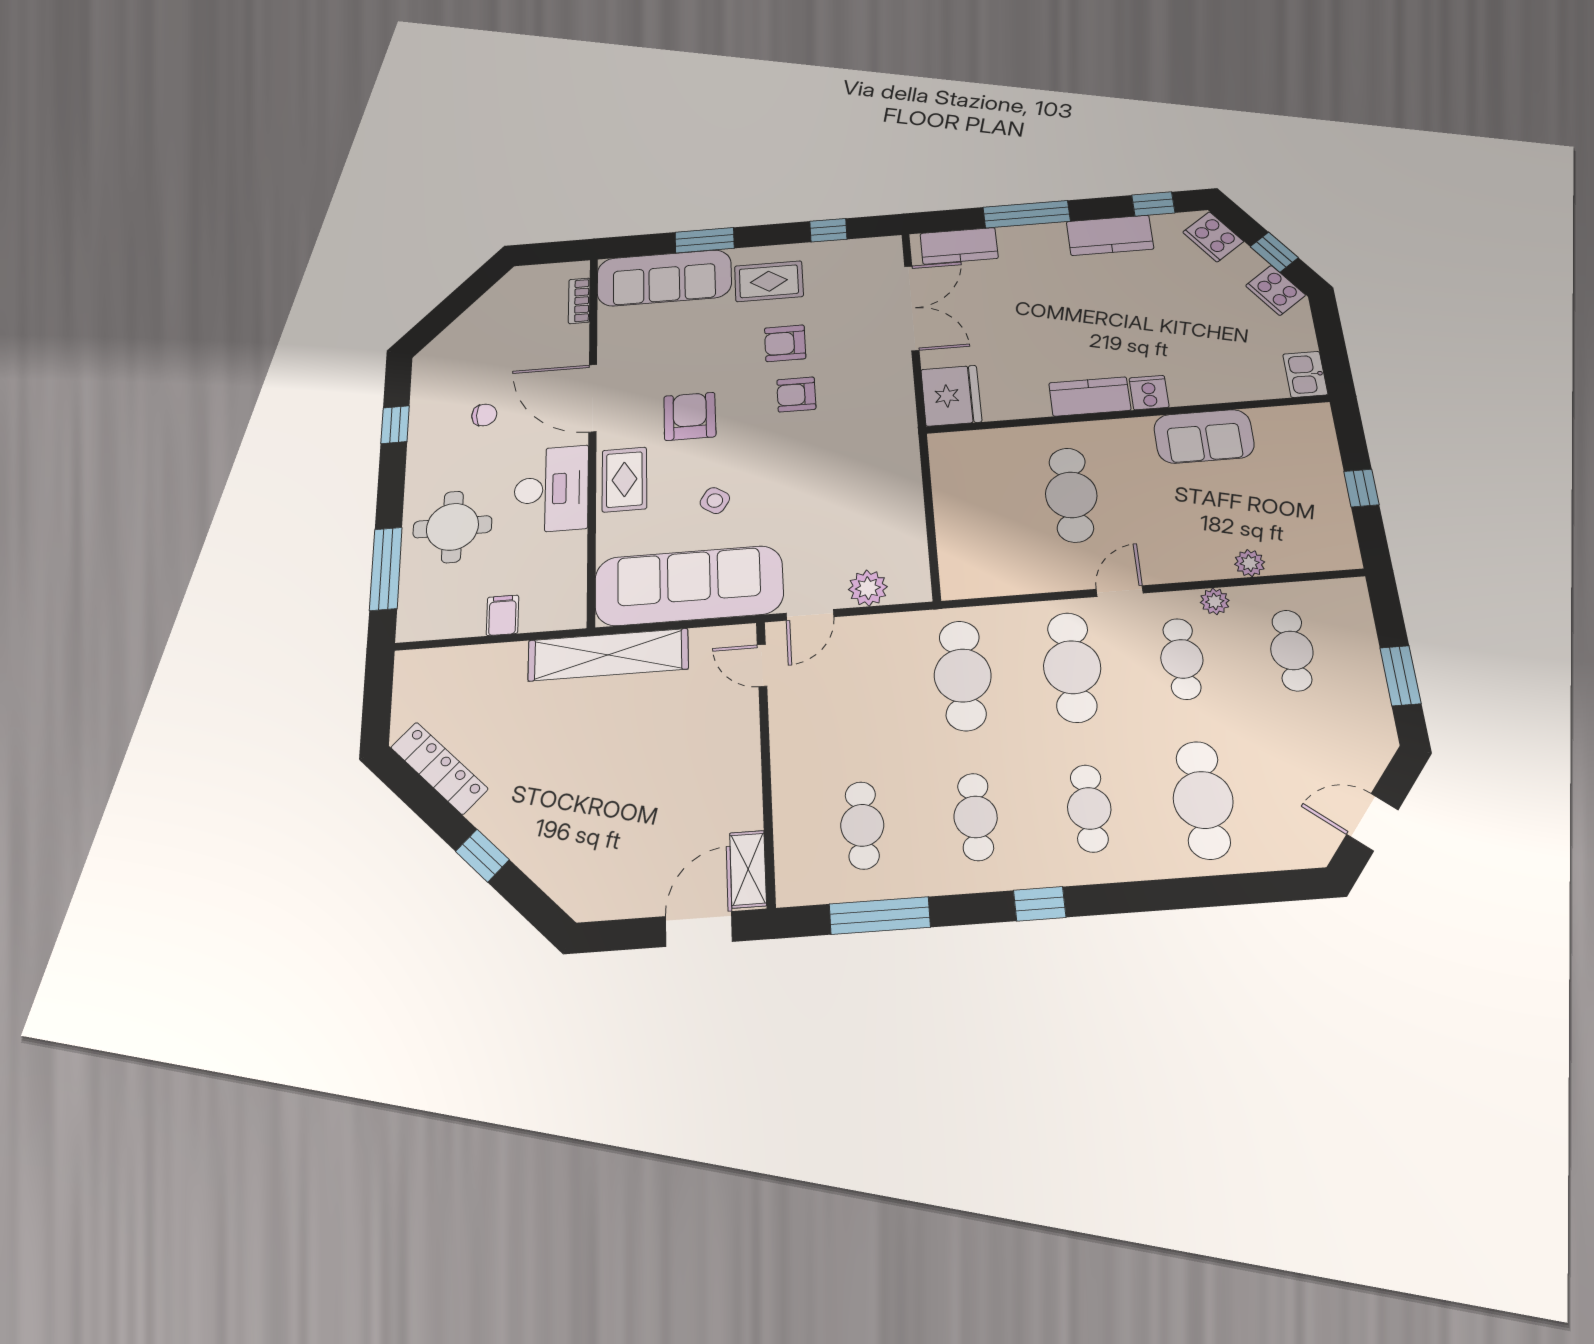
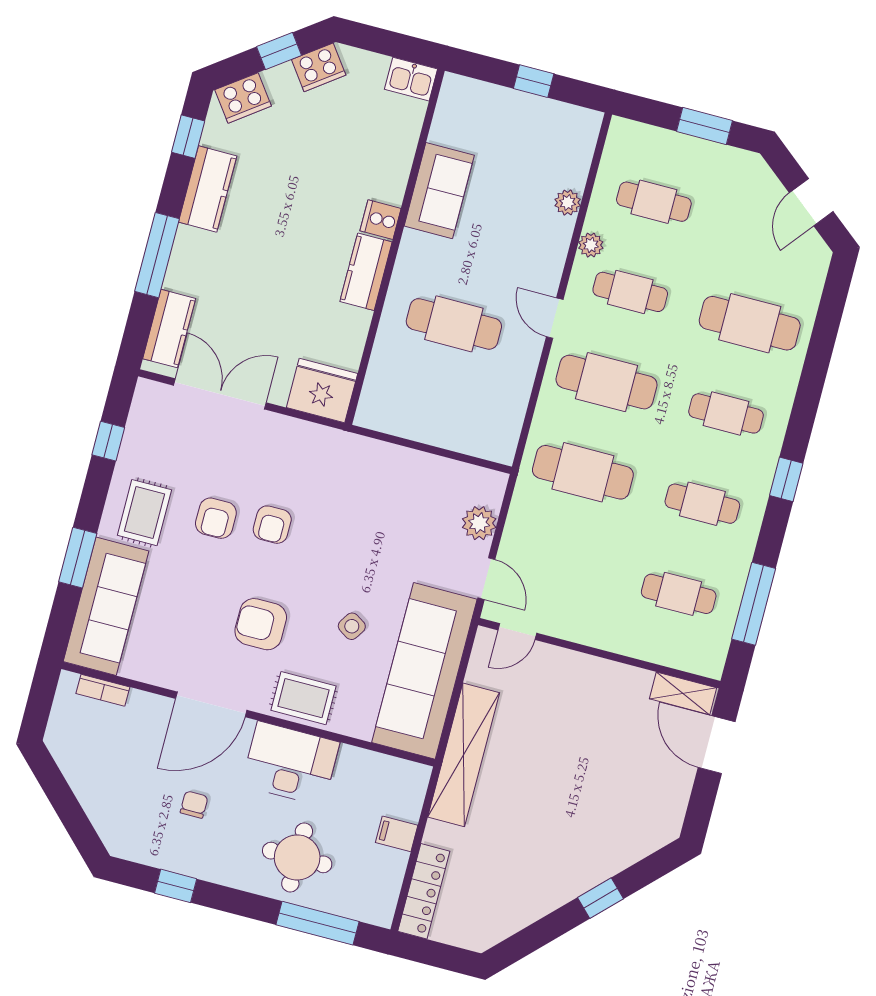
locker: (439, 768) -> (424, 891), moved, turned 135

